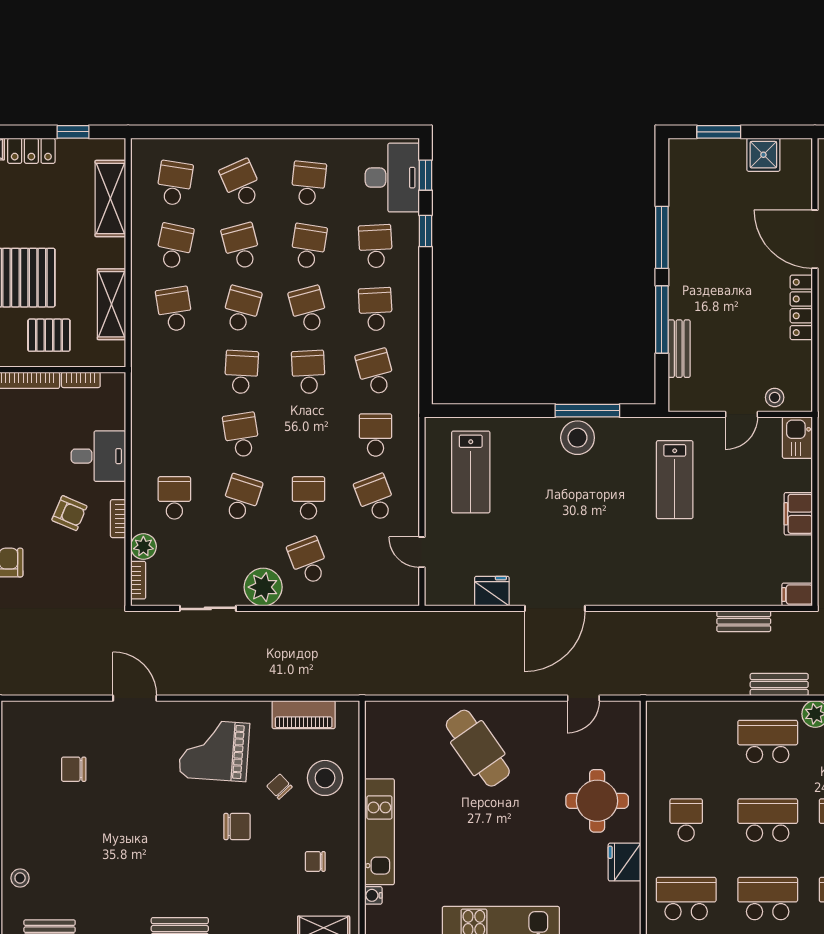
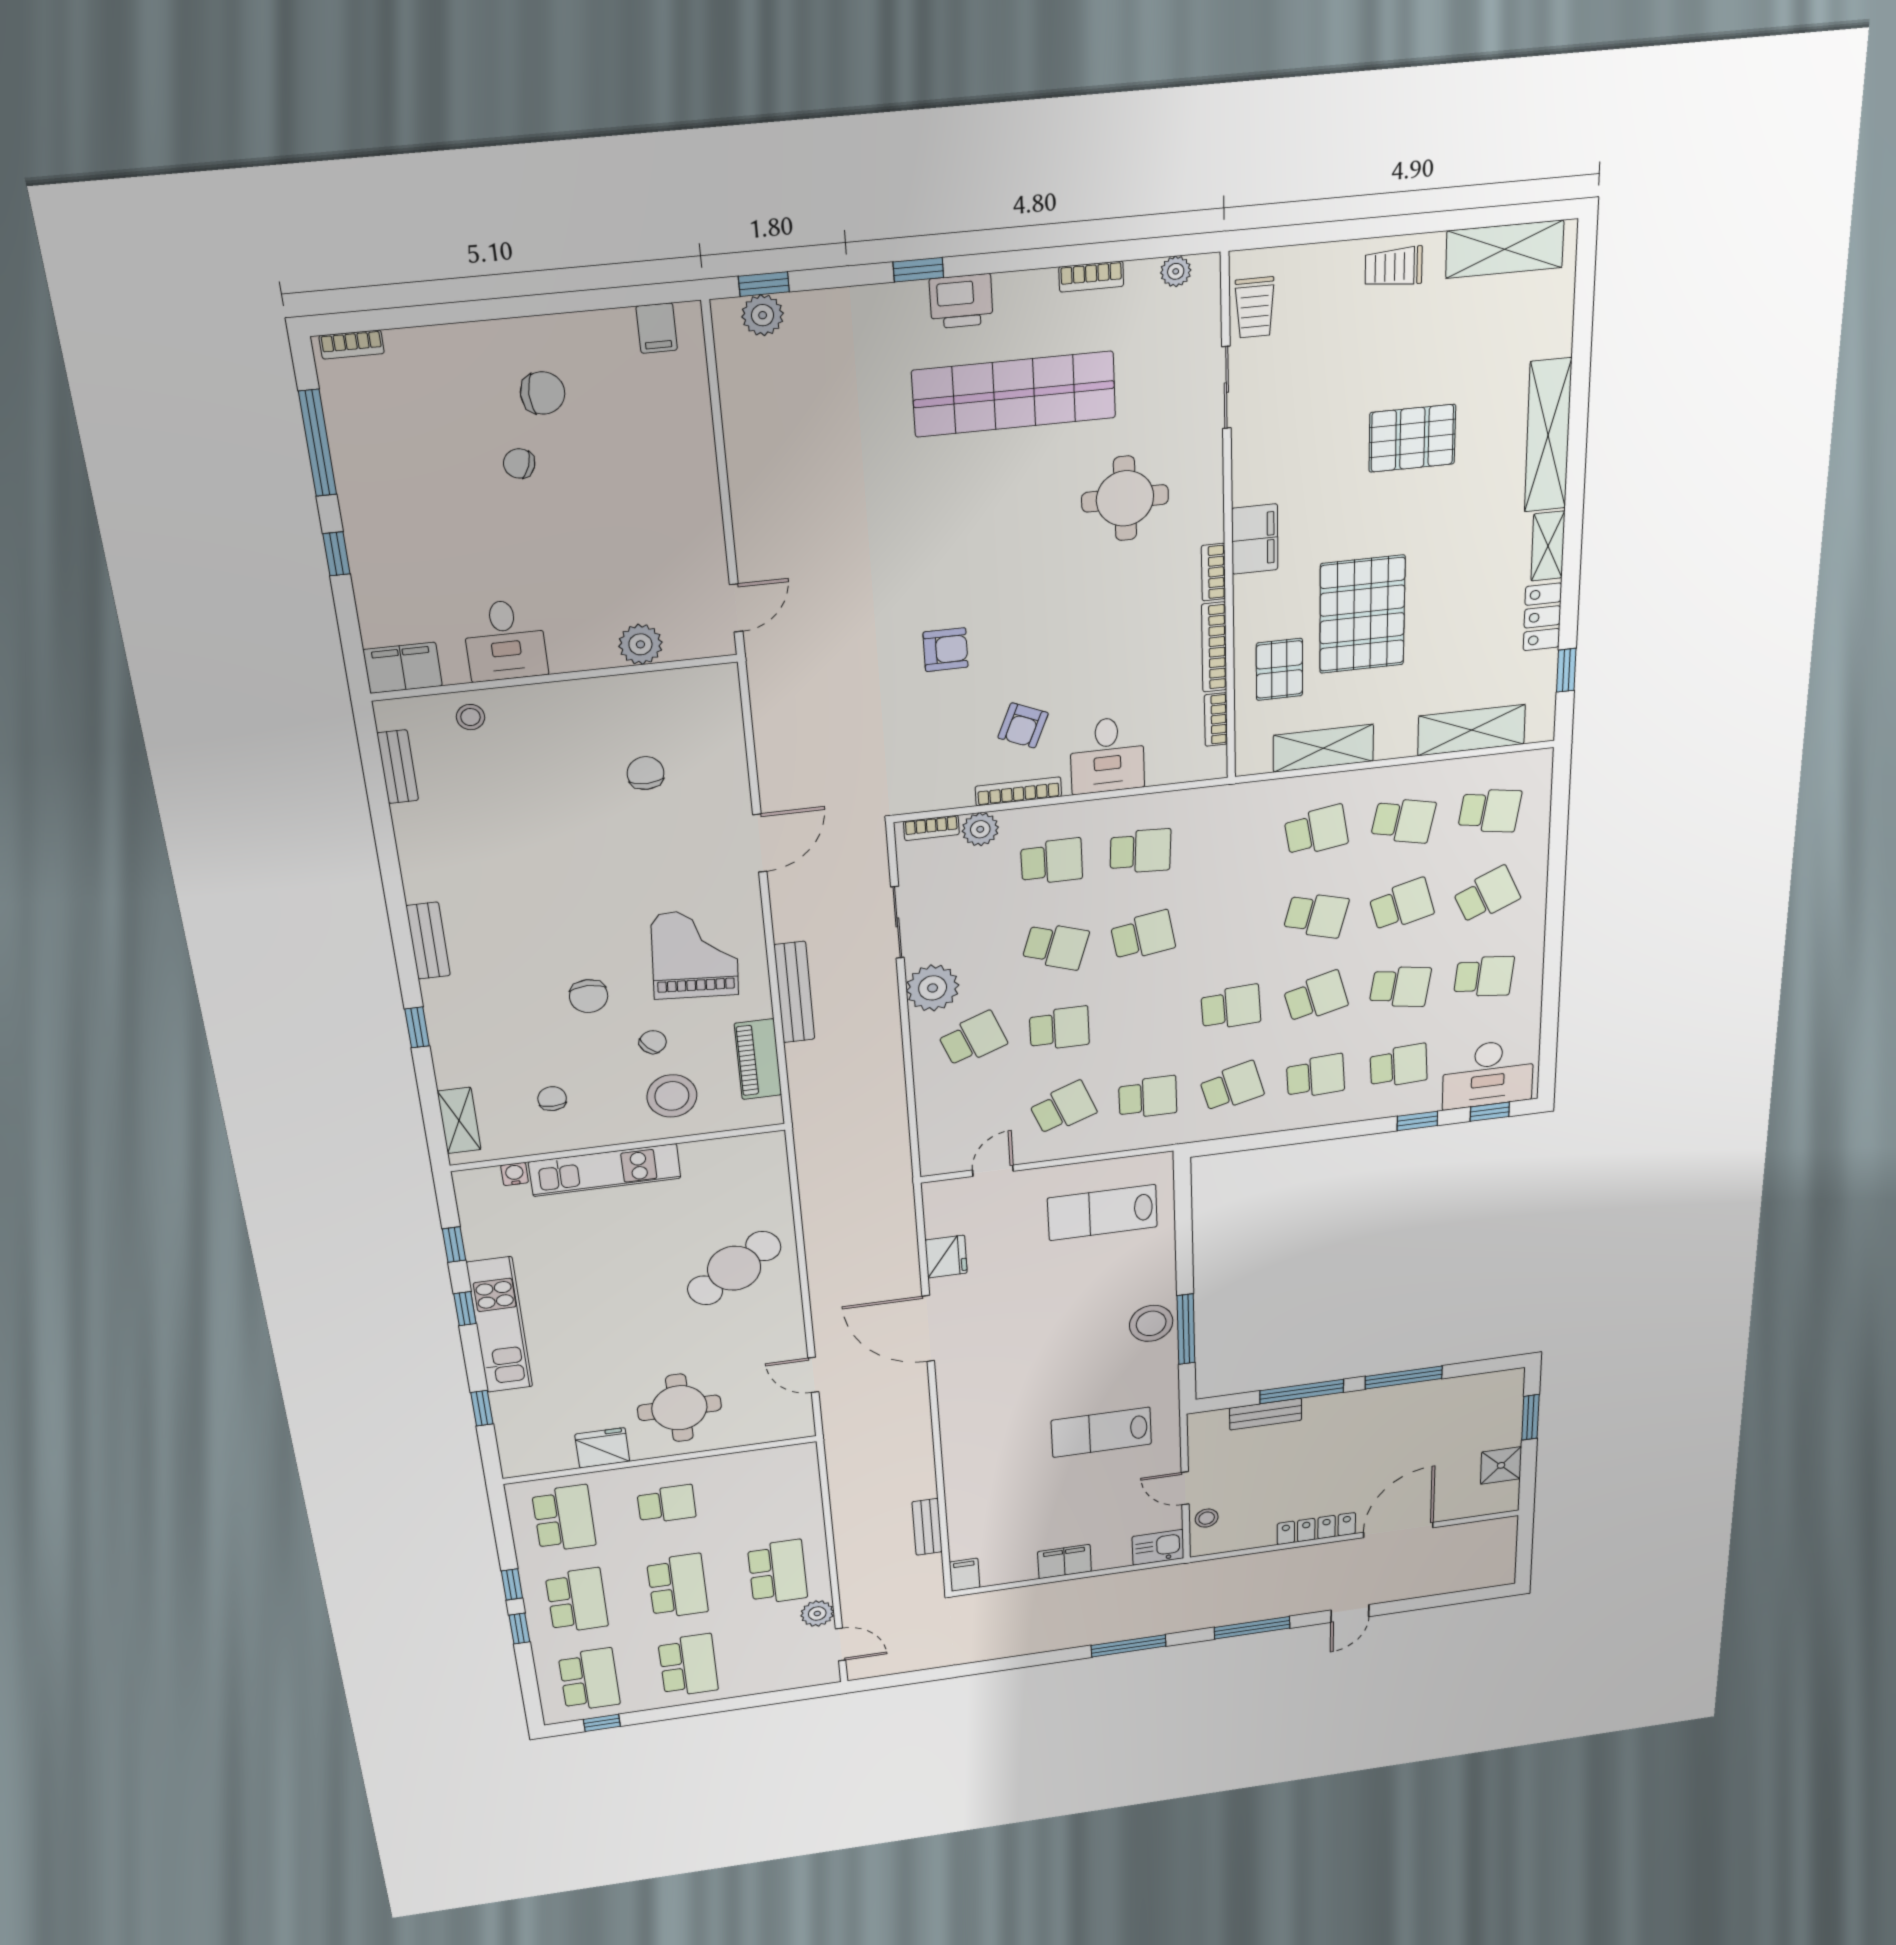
school desk: (241, 372) -> (1140, 851), moved
bookcase: (118, 519) -> (1018, 791), width x1.56
bench: (779, 684) -> (794, 992), moved, width x1.36

